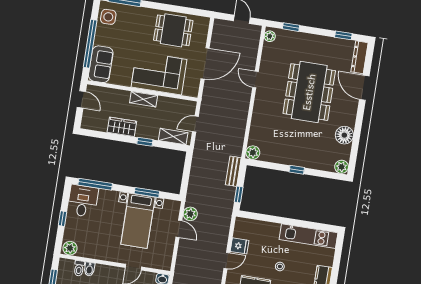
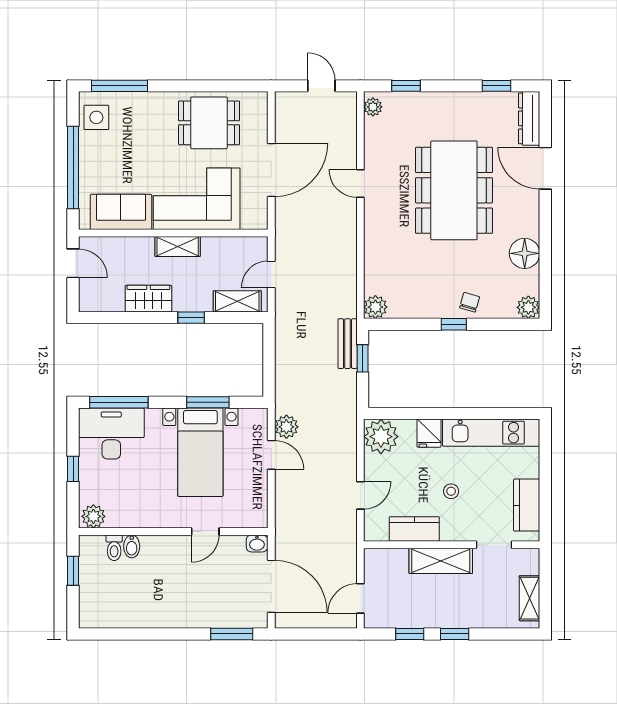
sofa: (101, 64) -> (121, 212), moved, turned -90
chair: (308, 158) -> (470, 302), added
window: (239, 195) -> (363, 358), moved
desk: (83, 201) -> (111, 434), width x1.37
plant: (244, 228) -> (381, 437), added
fridge: (240, 246) -> (429, 433), moved, turned 90

